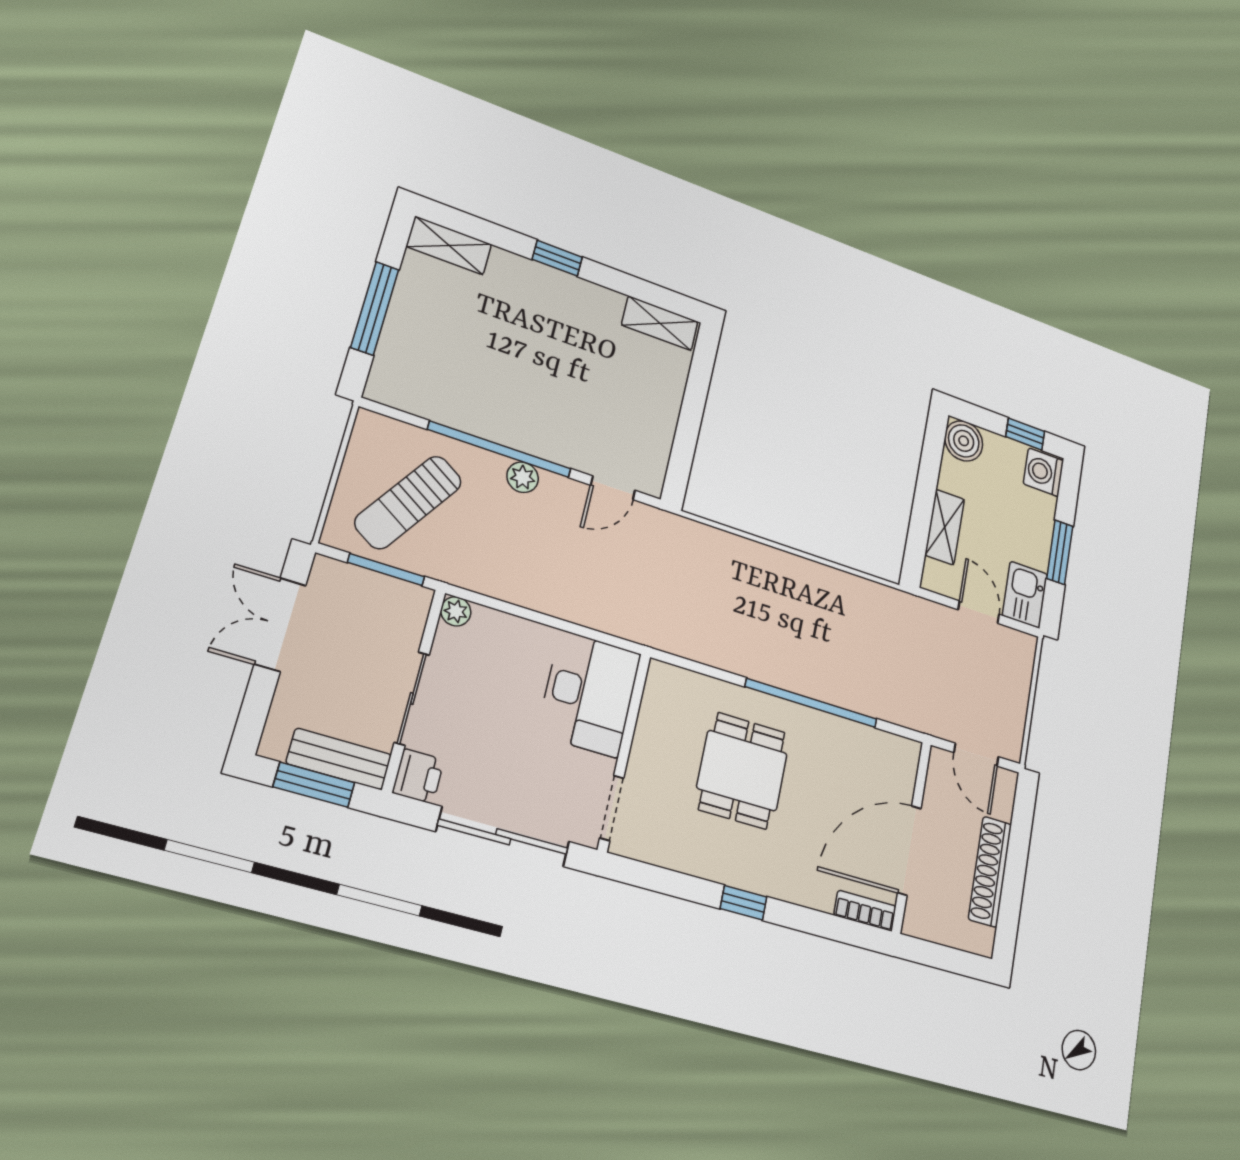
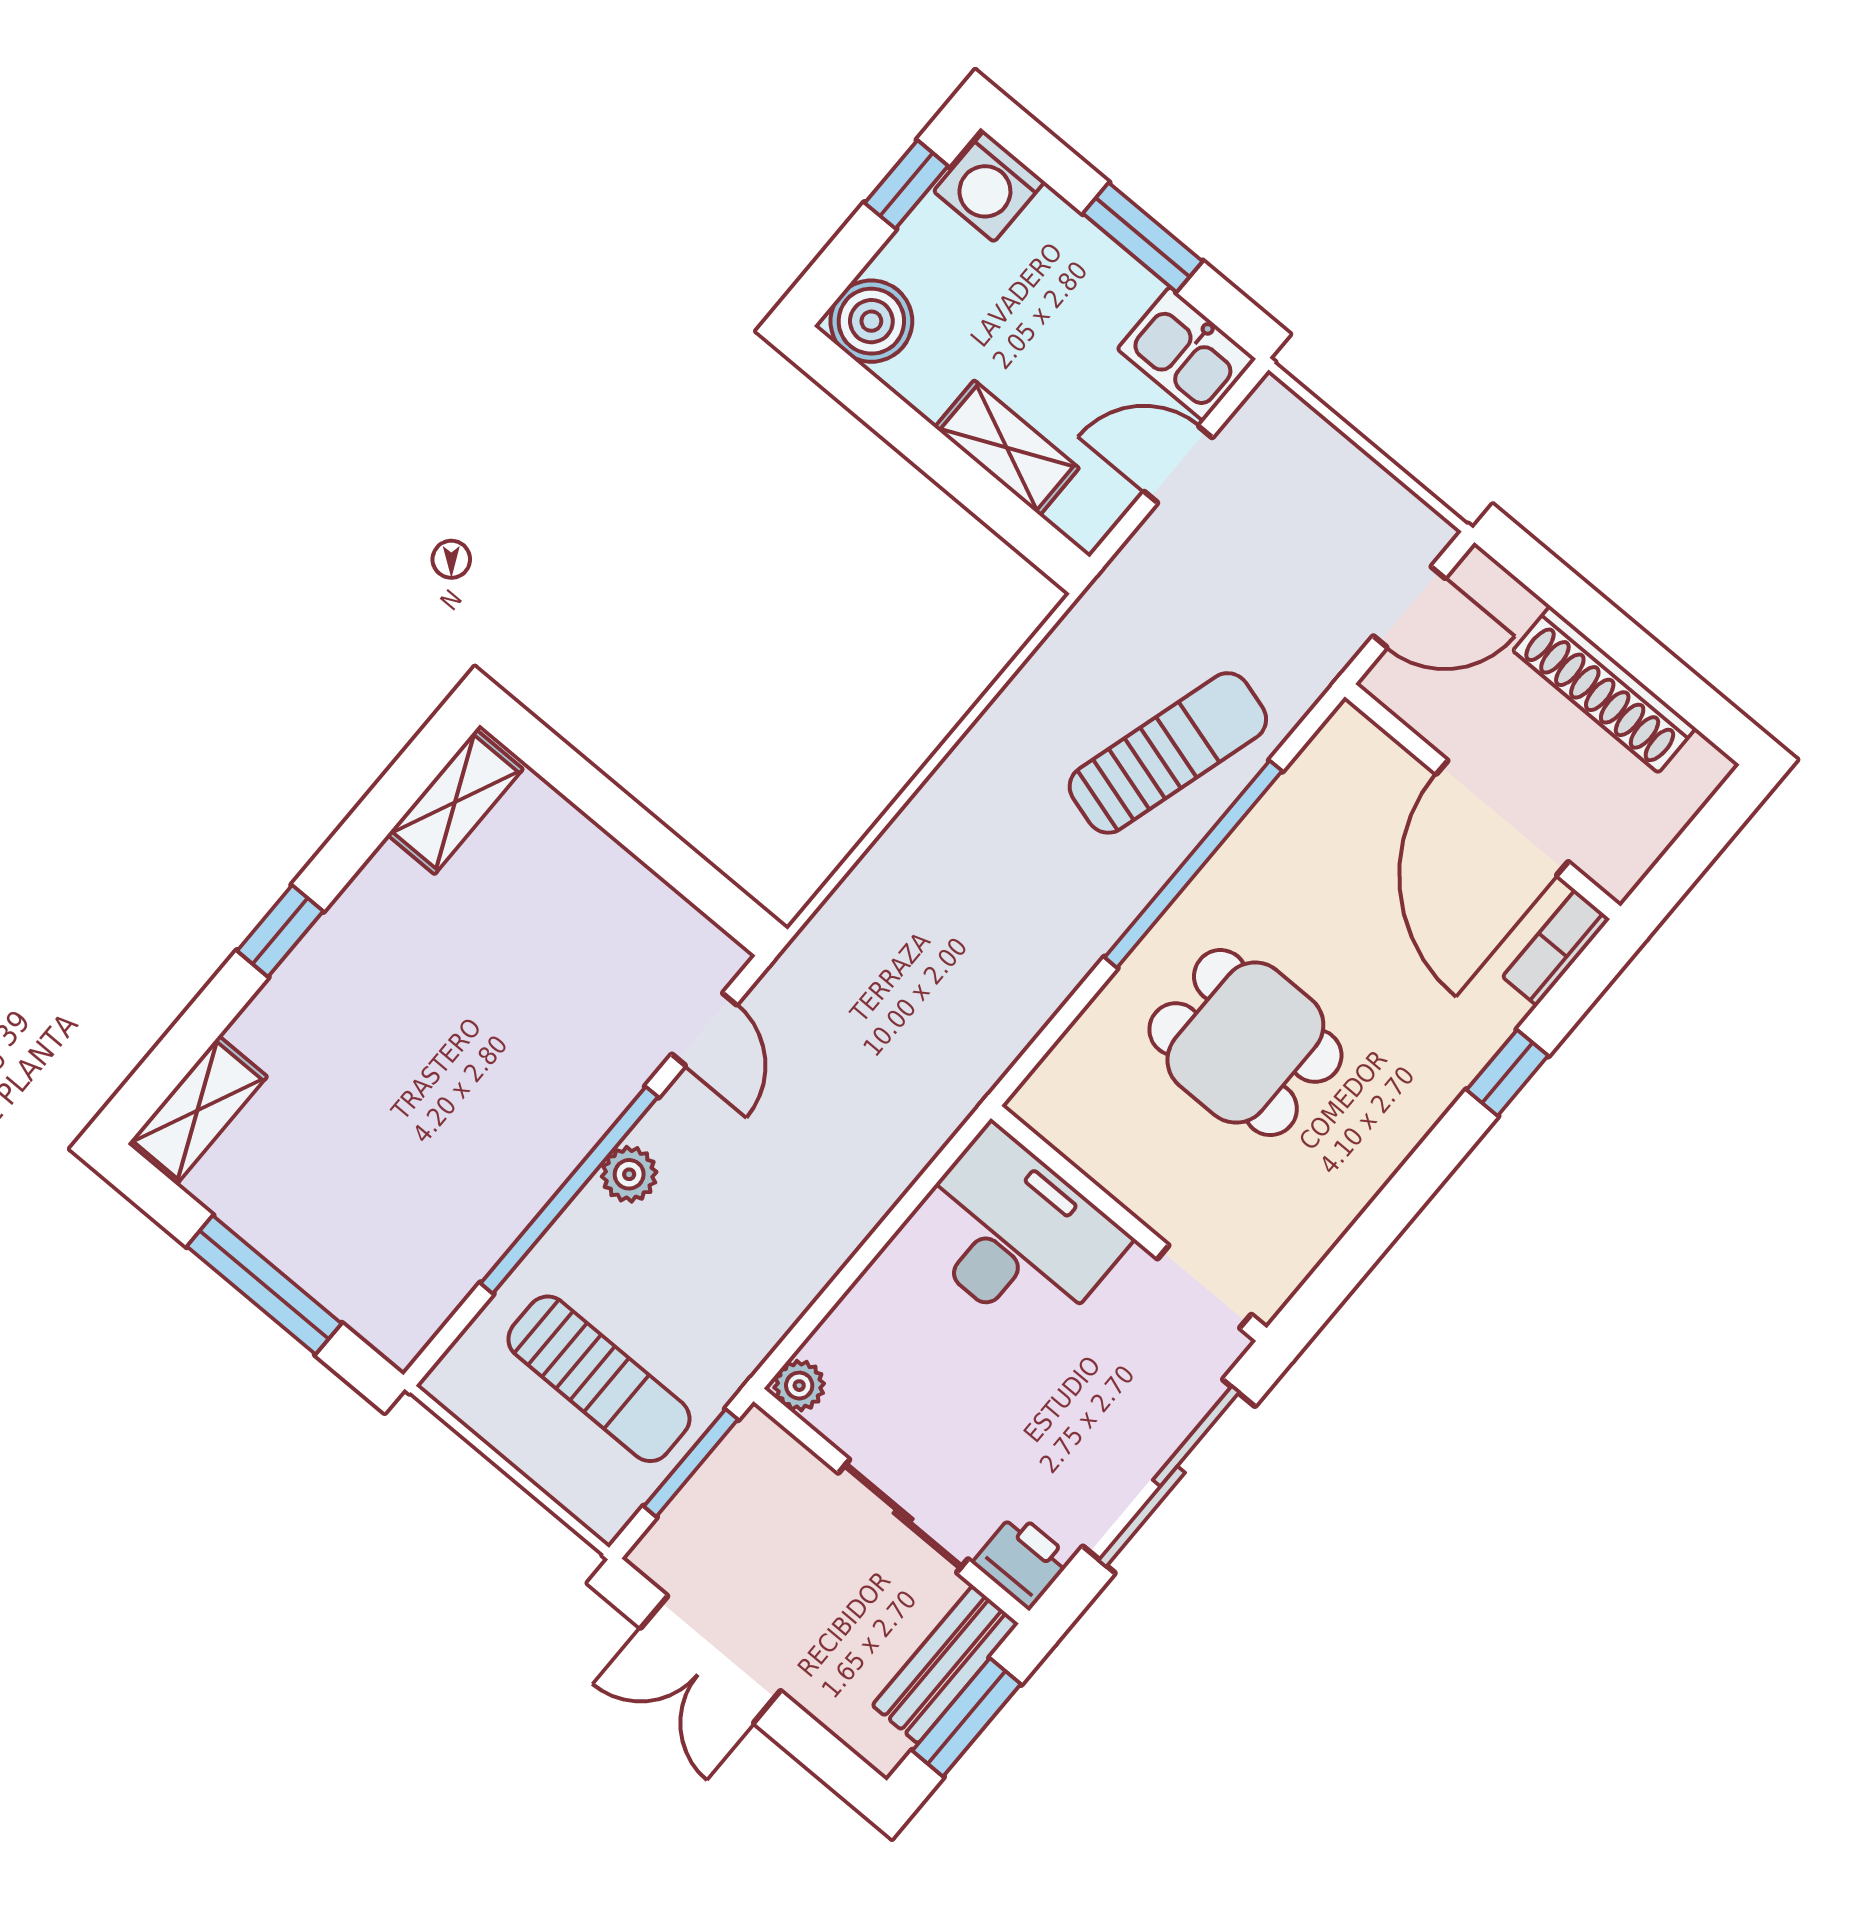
sun lounger: (408, 502) -> (599, 1379), turned -33
sun lounger: (855, 666) -> (1168, 753), added
window: (744, 903) -> (1507, 1073), moved

